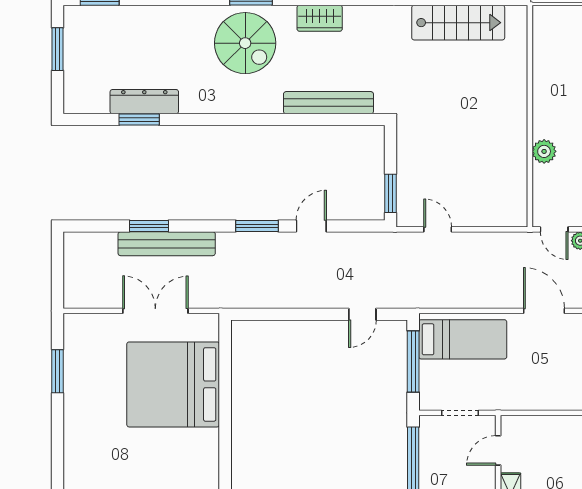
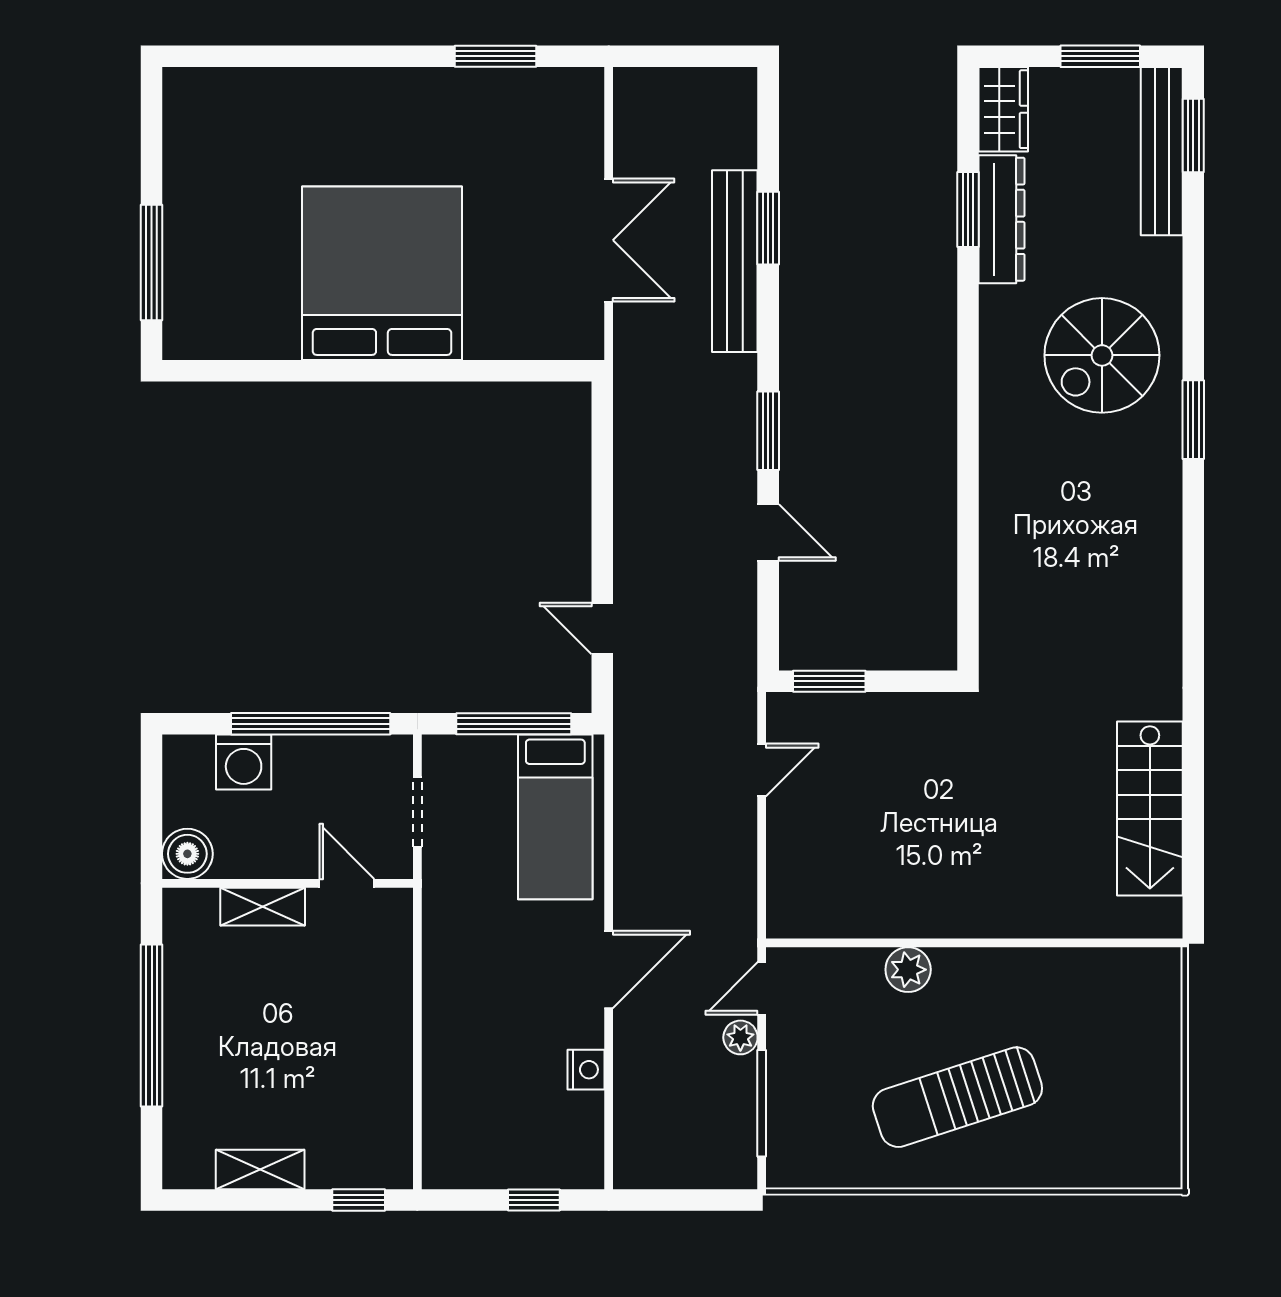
wardrobe: (320, 18) -> (1003, 109), moved, turned 180
spiral stairs: (245, 43) -> (1102, 355), moved
bench: (328, 103) -> (1162, 151), moved
bed: (173, 384) -> (382, 273), moved

